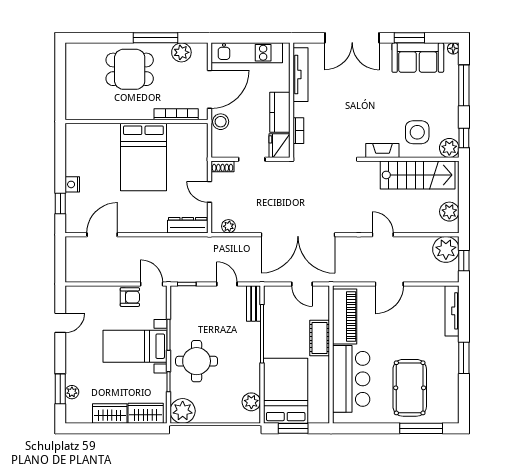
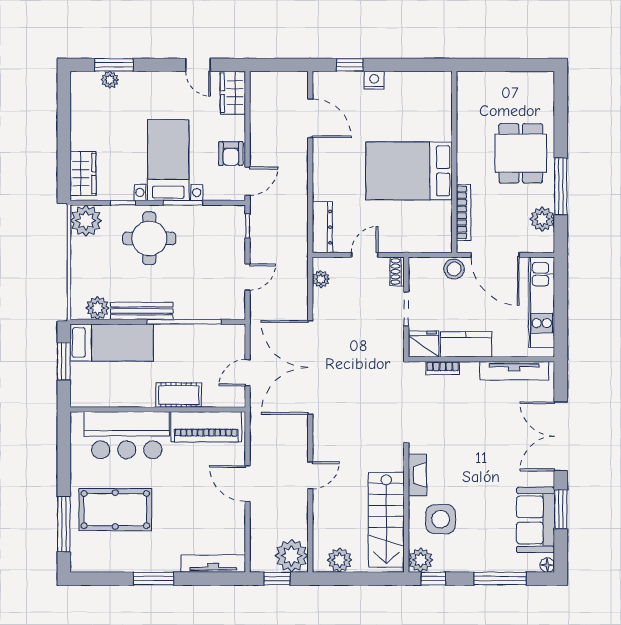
bench: (254, 303) -> (142, 311), moved, width x1.36
bed: (286, 391) -> (112, 343), width x0.67
wardrobe: (110, 414) -> (233, 93), moved, turned 180

